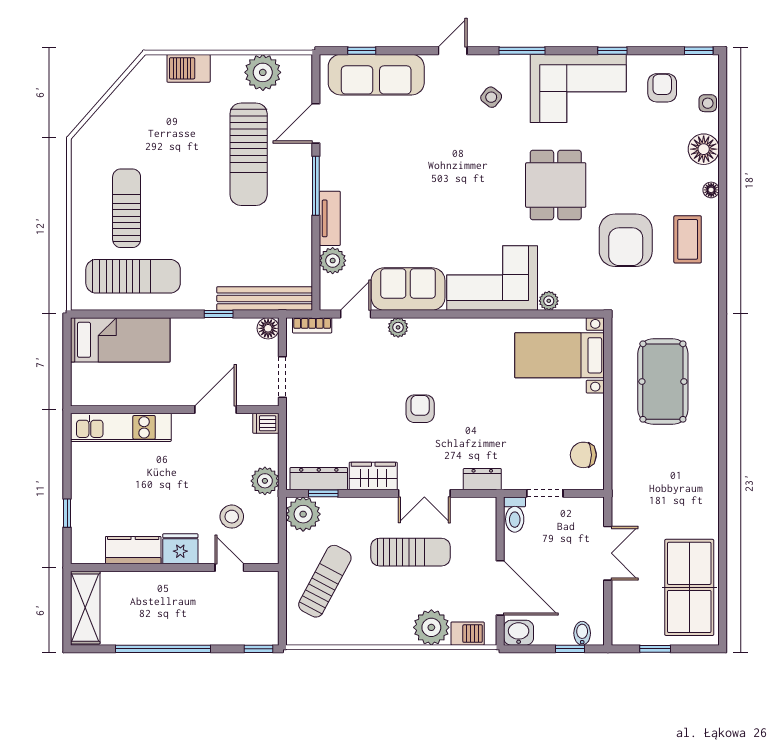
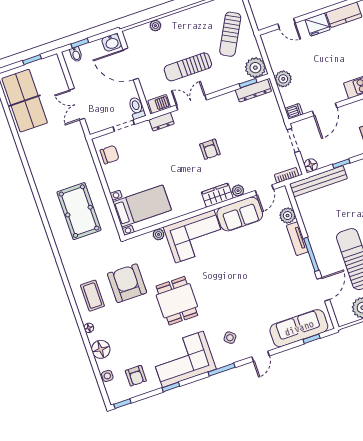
wardrobe: (373, 476) -> (217, 195), moved, turned 180
stool: (232, 517) -> (295, 53), removed
plant: (431, 627) -> (155, 26), width x0.53, depth x0.53
barbecue: (468, 634) -> (159, 104), moved, turned 180

